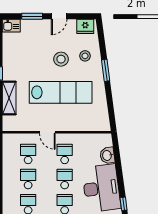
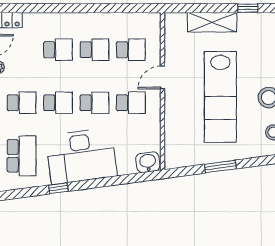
window: (106, 70) -> (220, 167), moved
washbasin: (107, 155) -> (148, 162), moved

